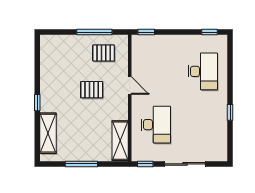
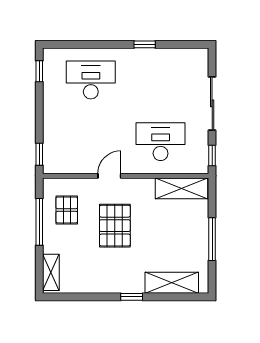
shelving: (56, 41) -> (51, 272), added
pallet: (92, 90) -> (115, 226), width x1.50, depth x1.42

